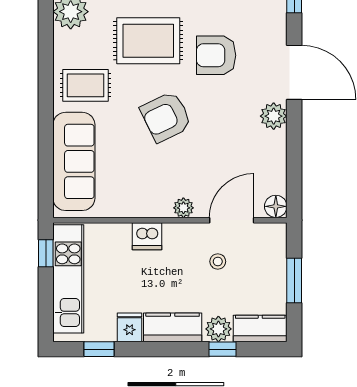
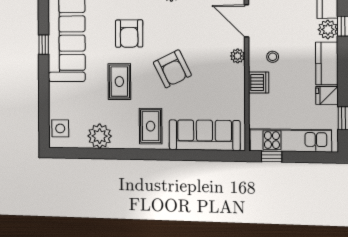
rug: (148, 41) -> (119, 82), width x0.73, depth x0.70
stool: (218, 261) -> (273, 57), moved

